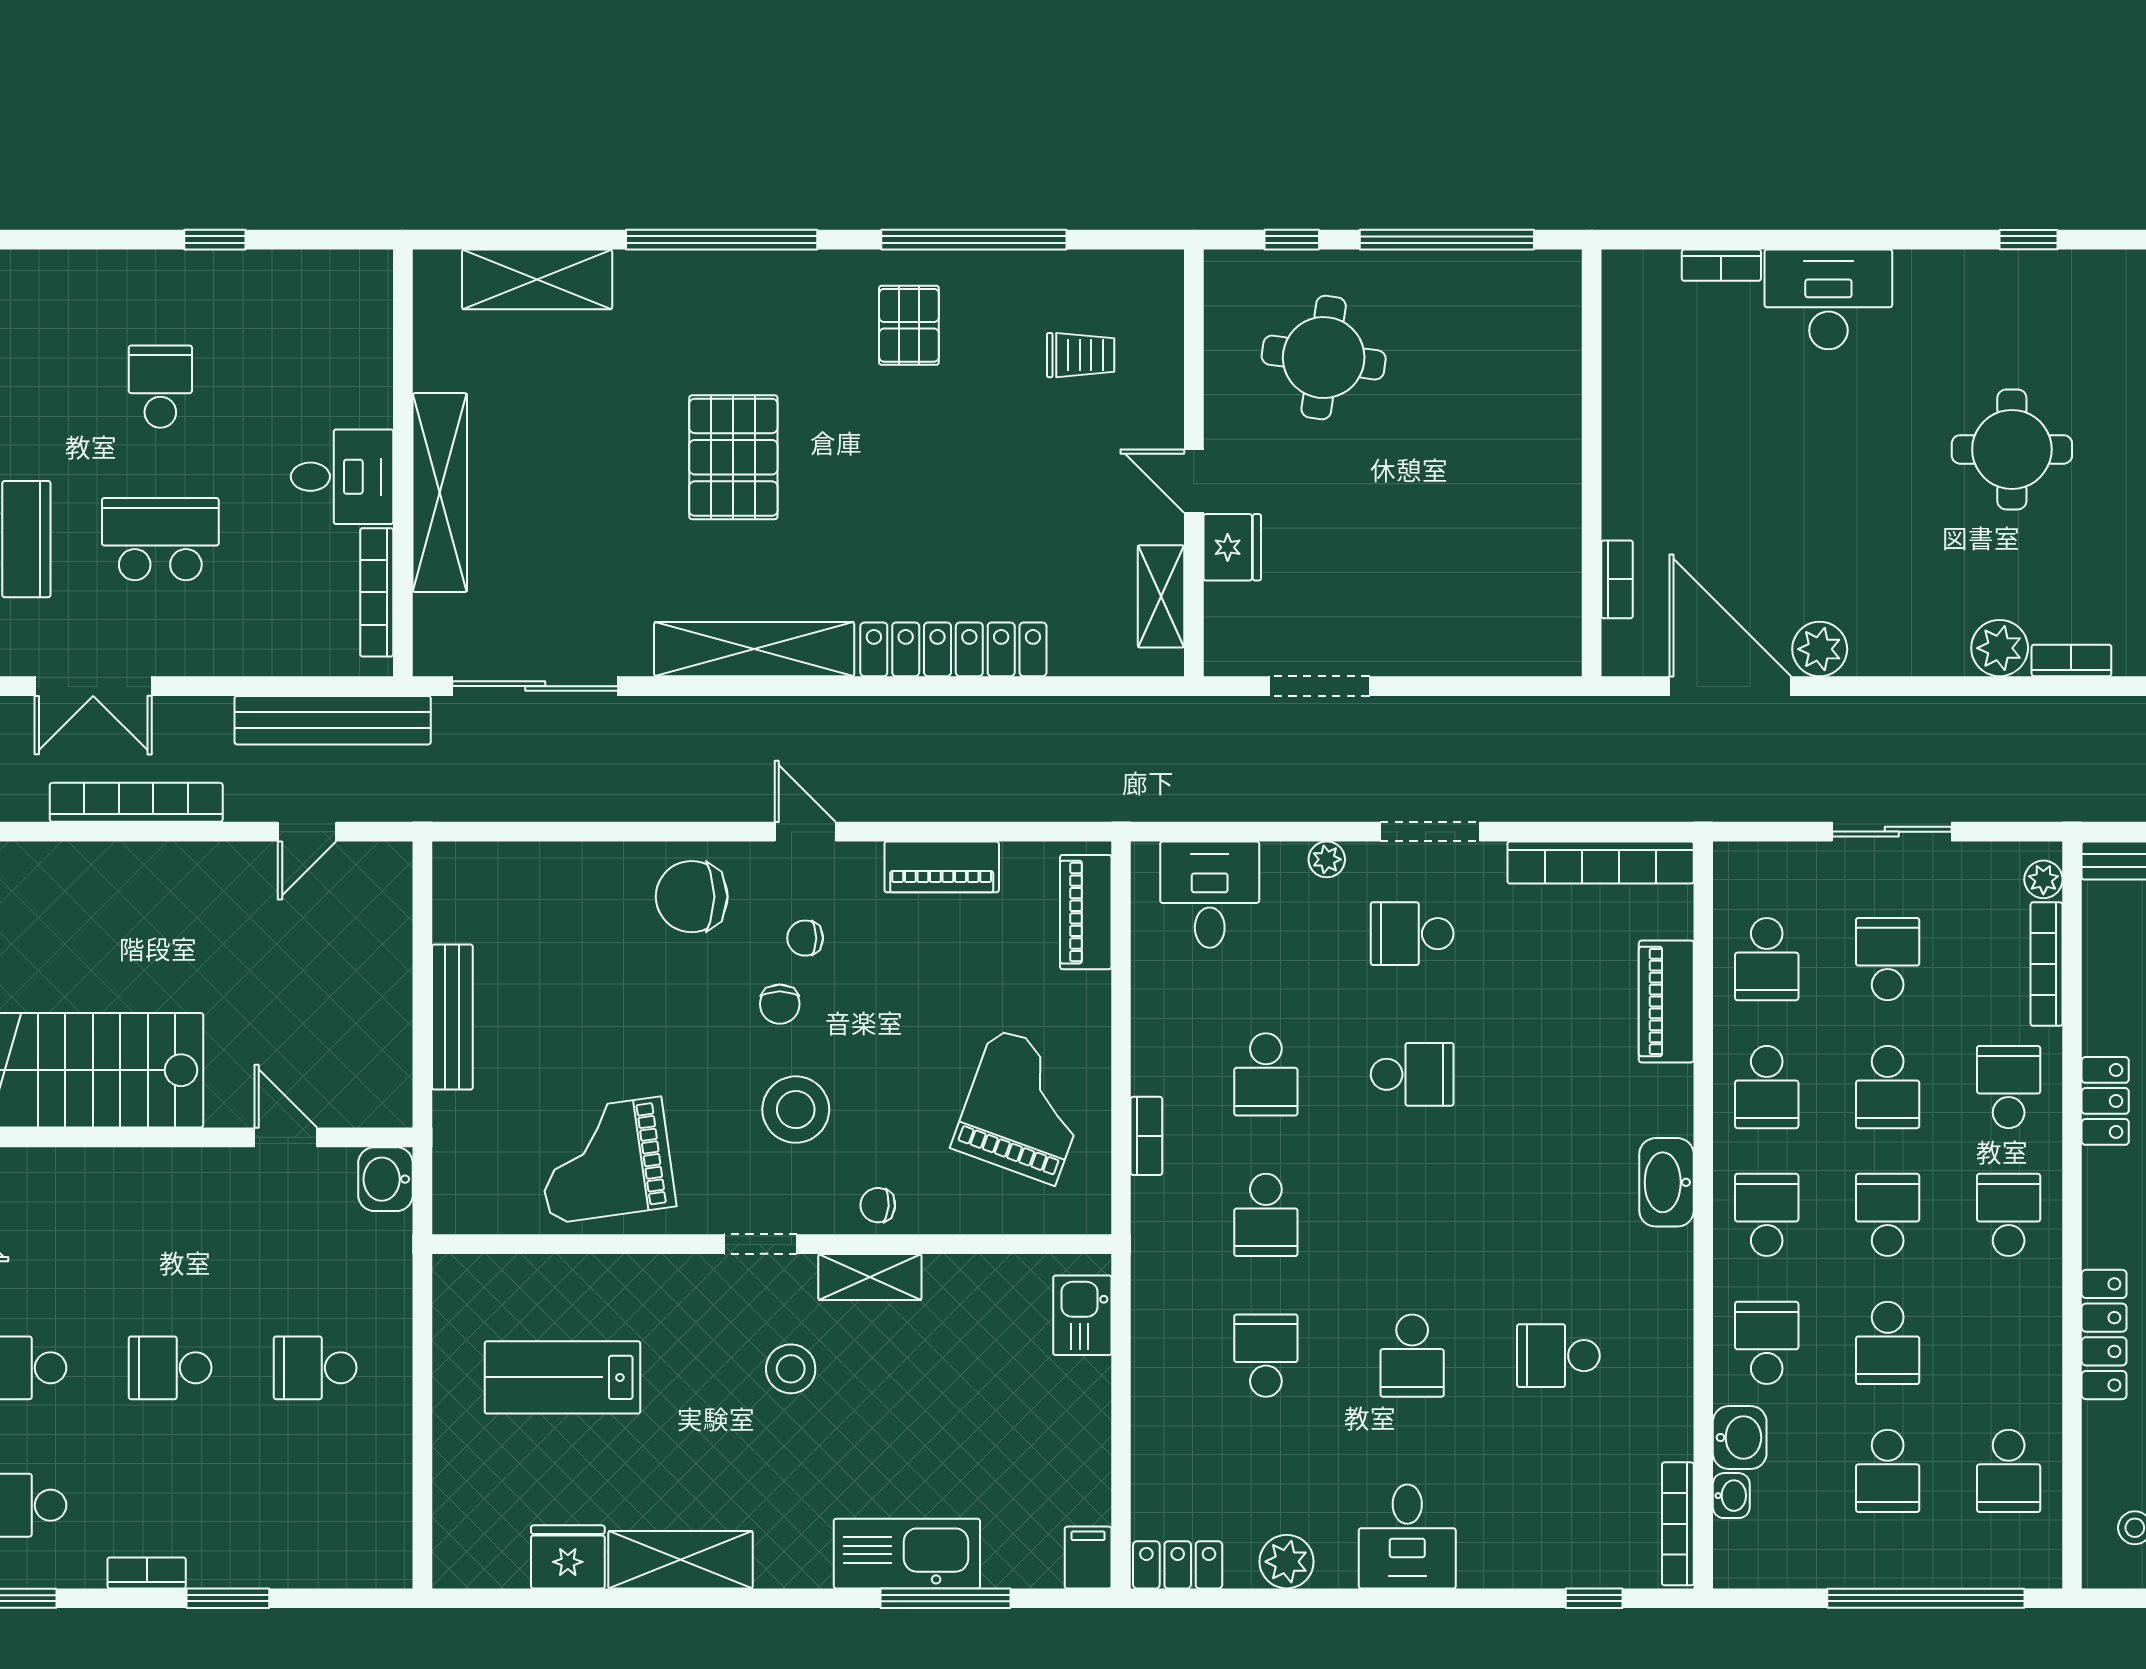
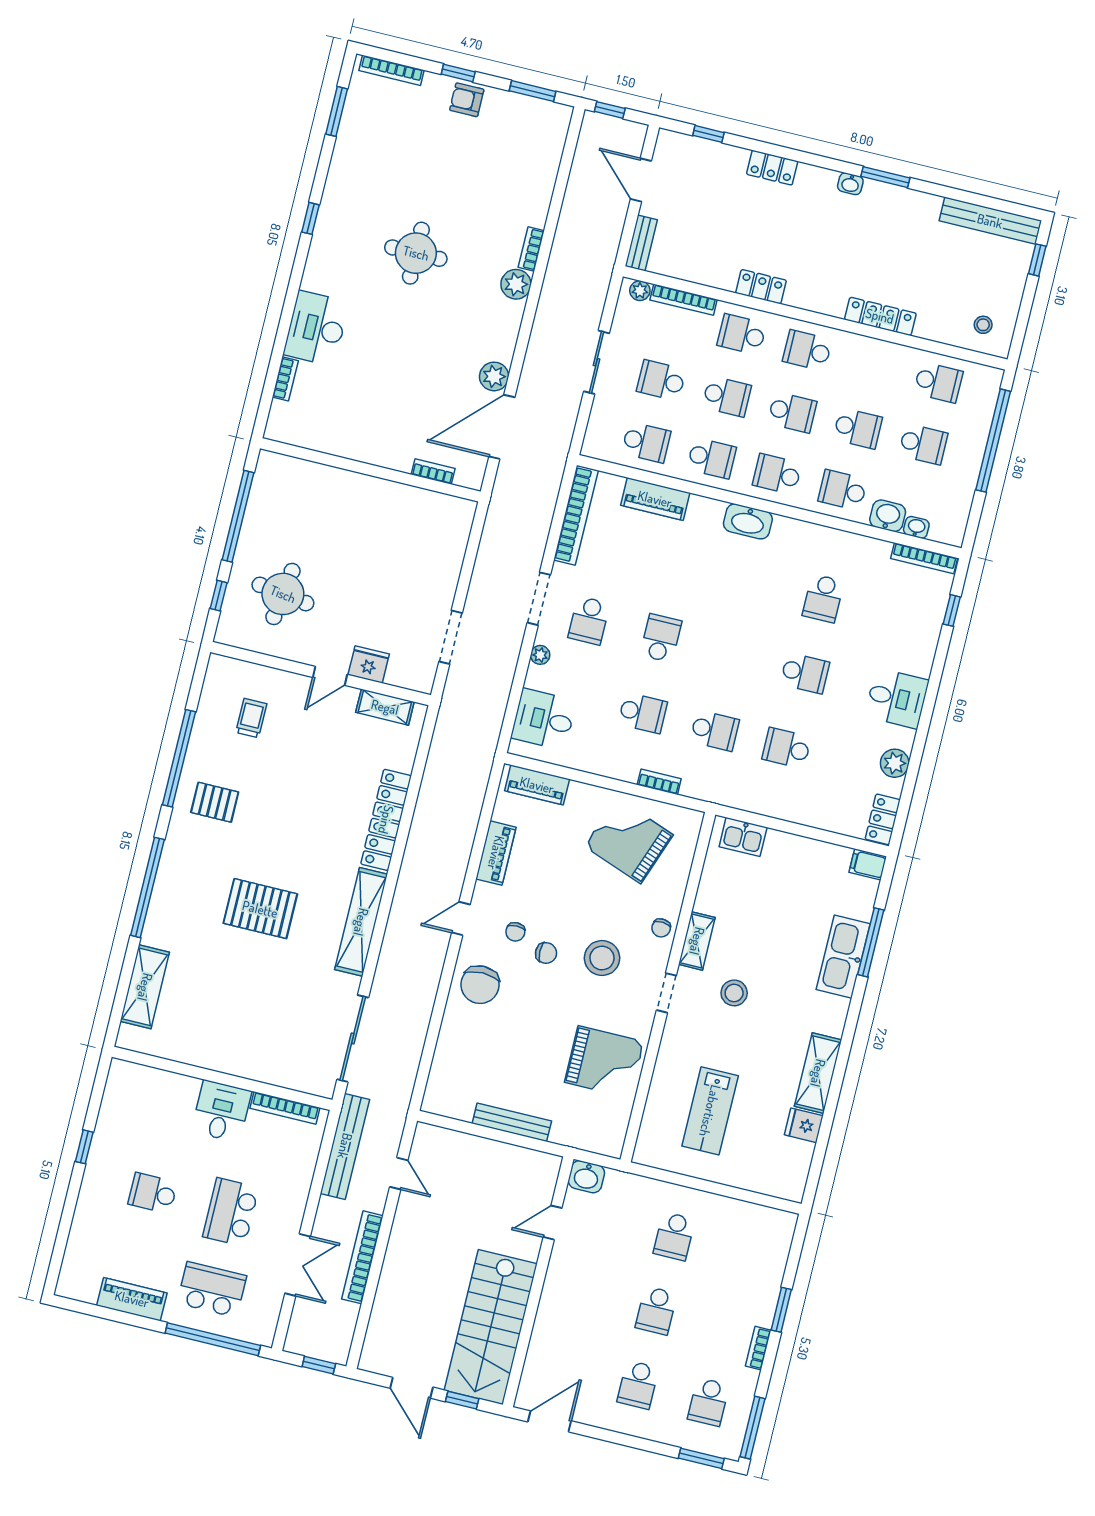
shelving: (440, 493) -> (242, 1063), removed
grand piano: (605, 1160) -> (604, 1062), turned -82
school desk: (1888, 1215) -> (792, 412), turned 180
fridge: (568, 1557) -> (804, 1125), width x0.72

